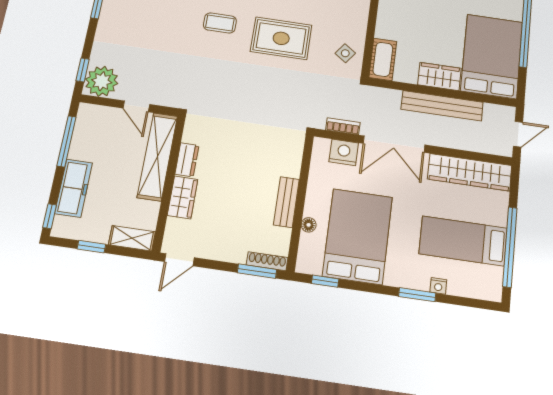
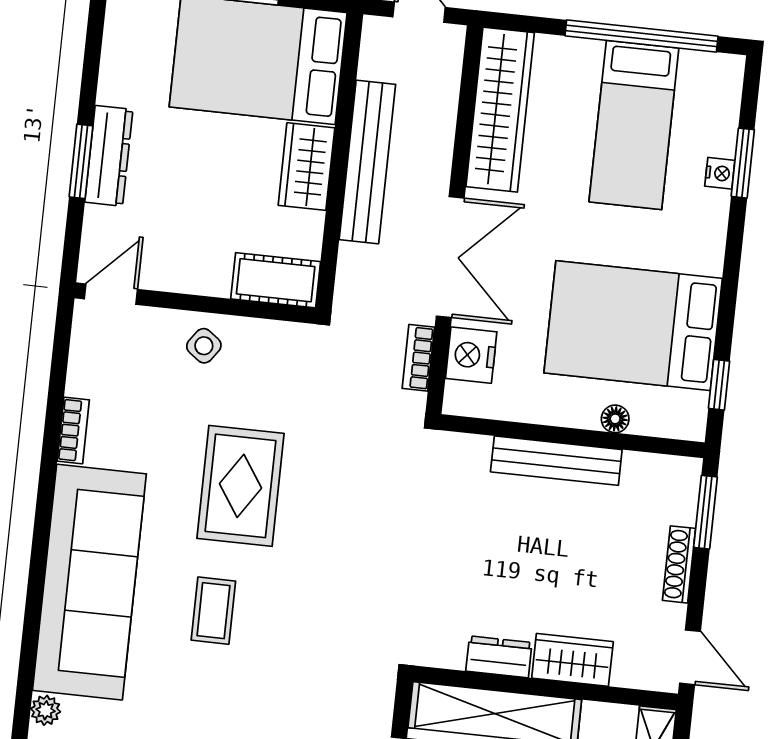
side table: (345, 53) -> (204, 346), moved
bench: (286, 202) -> (556, 461), width x1.36
shoe rack: (267, 261) -> (679, 564), moved
window: (417, 295) -> (743, 163), moved

